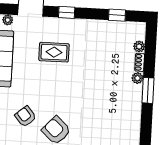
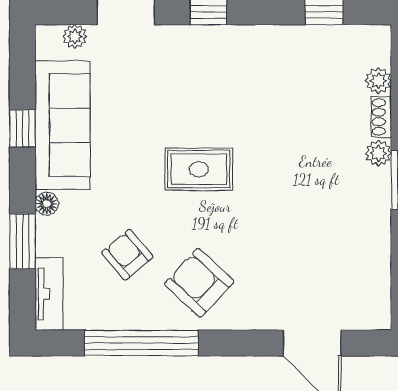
rug: (54, 52) -> (199, 169), moved

